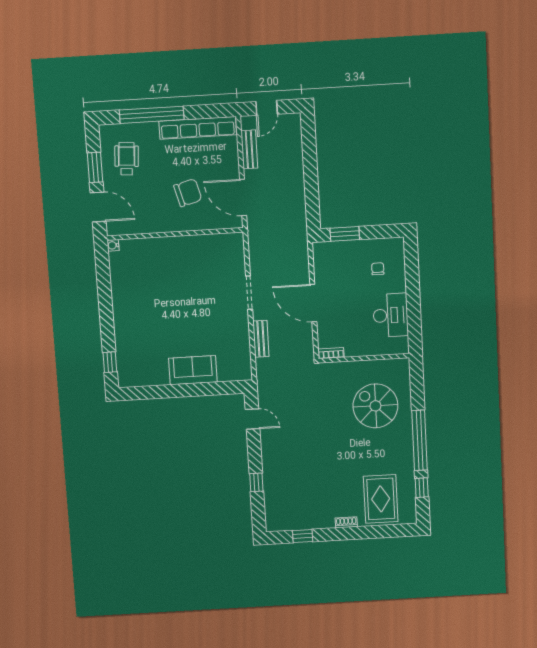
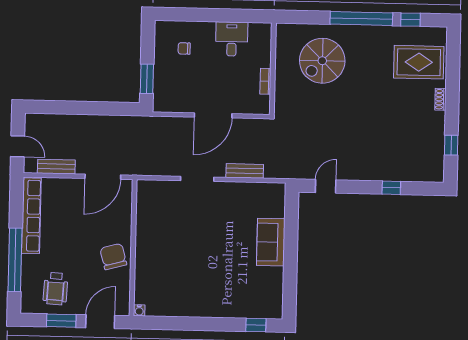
wheelchair: (127, 159) -> (55, 289), turned -91
chair: (188, 193) -> (113, 257), moved
desk: (391, 315) -> (232, 39), width x0.73
bookcase: (331, 353) -> (265, 81), moved

